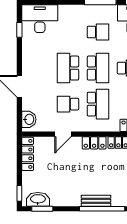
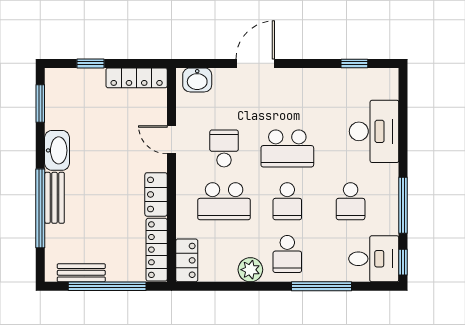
desk: (40, 19) -> (374, 131), moved
school desk: (68, 68) -> (287, 148), turned 180
school desk: (98, 68) -> (287, 201), width x0.54
window: (19, 193) -> (91, 63), moved
washbasin: (38, 199) -> (57, 150), moved

